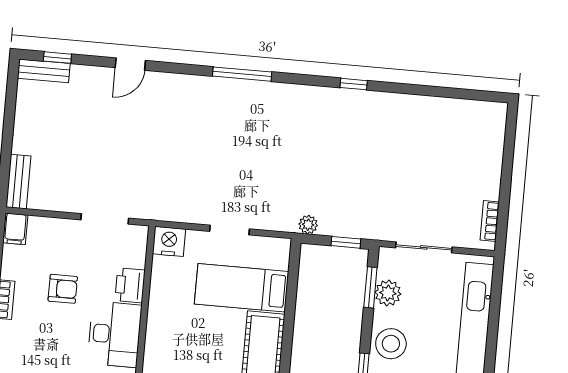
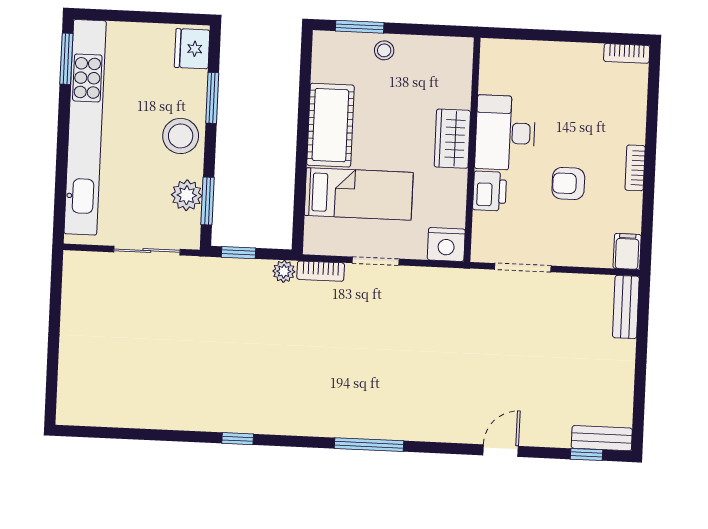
bookcase: (490, 221) -> (321, 271), moved, turned 90
wardrobe: (160, 331) -> (452, 139), added

